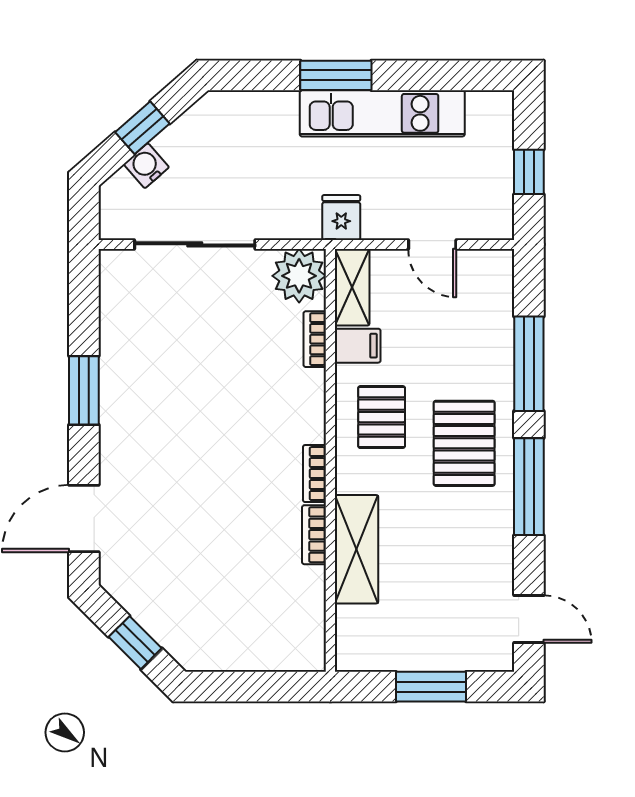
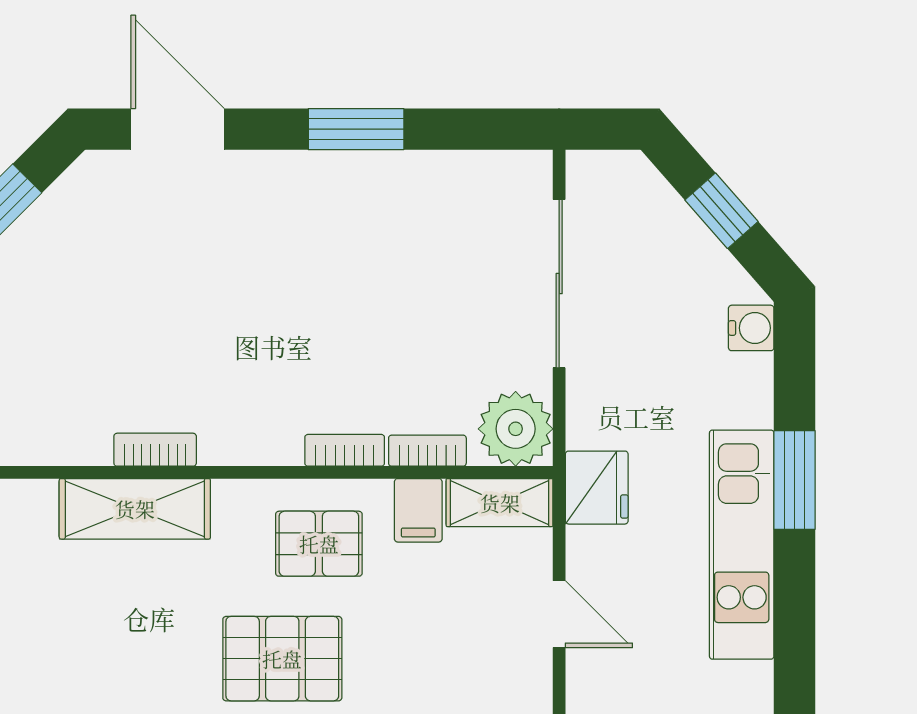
water cooler: (146, 166) -> (751, 328), moved, turned 41
fridge: (341, 217) -> (597, 488), width x1.38
door: (432, 244) -> (559, 614), swing flipped
bookcase: (314, 474) -> (345, 450), moved

